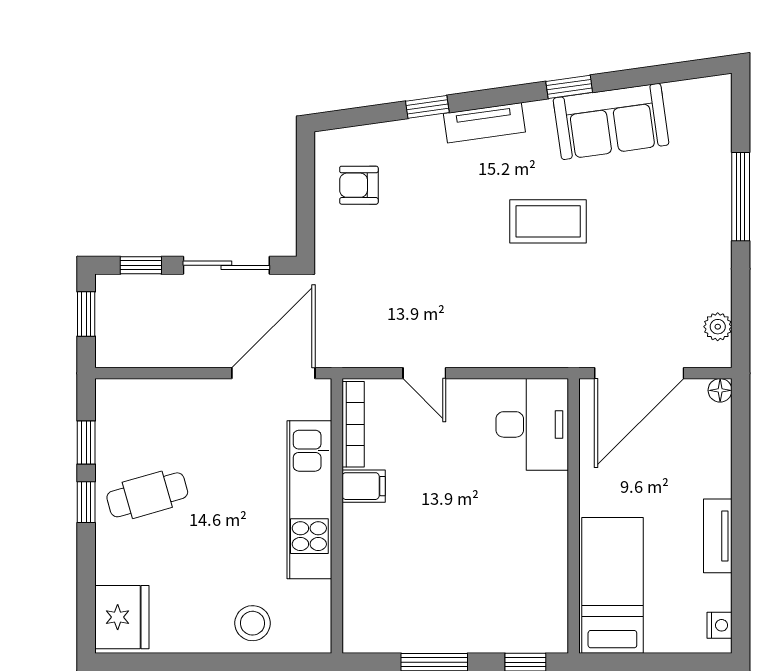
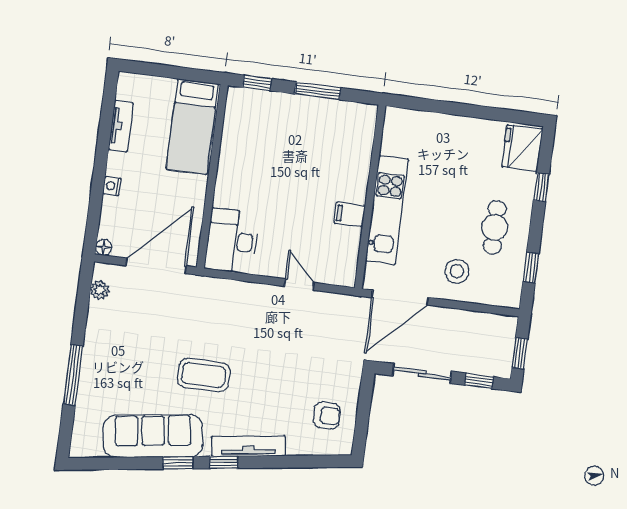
window: (427, 107) -> (224, 462), moved
sofa: (611, 121) -> (153, 436), width x1.36
tv unit: (484, 123) -> (248, 446), width x1.41
bookcase: (353, 424) -> (351, 257), removed
cafe table: (147, 495) -> (495, 227), turned -74
window: (86, 502) -> (541, 187), moved
tv unit: (718, 536) -> (121, 126), moved
stool: (252, 623) -> (457, 271), moved
nightstand: (720, 625) -> (112, 186), moved

